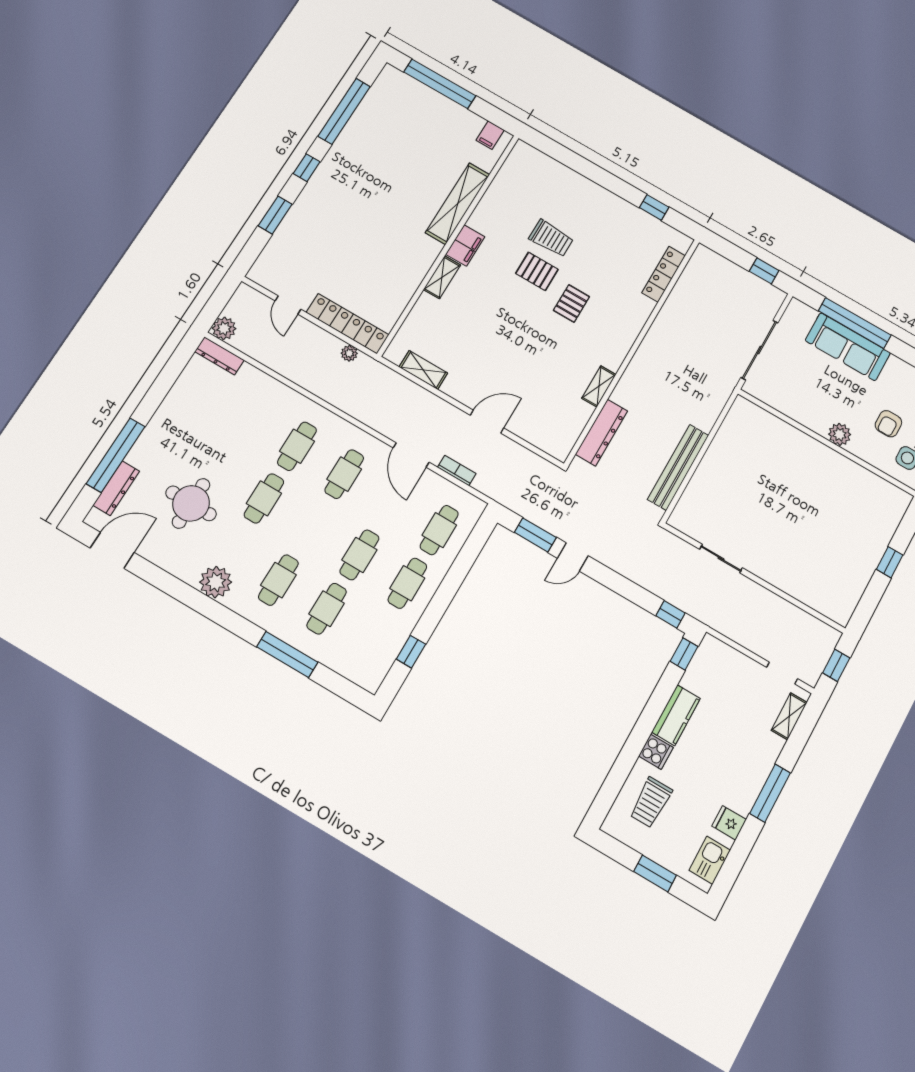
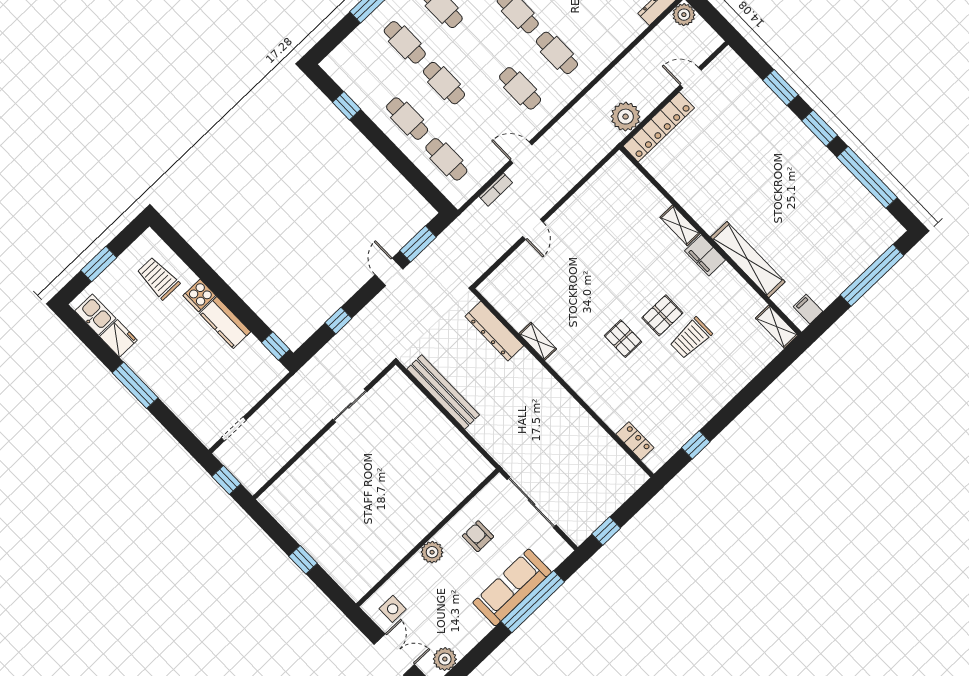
window: (307, 168) -> (820, 128), width x1.50
locker: (664, 274) -> (635, 441), width x0.66
plant: (349, 353) -> (626, 117), width x1.87, depth x1.87
shelving: (423, 370) -> (777, 327), moved, turned 90
door: (487, 422) -> (533, 229), width x0.73
armchair: (888, 424) -> (478, 536), moved
door: (411, 455) -> (521, 152), width x0.73
window: (670, 614) -> (338, 321), moved
shelving: (789, 716) -> (195, 423), removed
fridge: (729, 823) -> (118, 338), width x1.38

